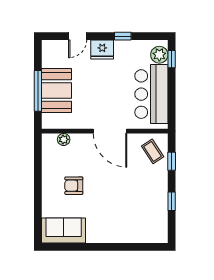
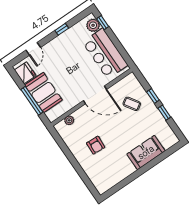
fridge: (102, 49) -> (25, 73), moved, turned -90
coffee table: (153, 151) -> (132, 104), moved
window: (172, 161) -> (153, 96), moved
armchair: (74, 186) -> (96, 145), turned -87
sofa: (64, 231) -> (146, 152), moved

